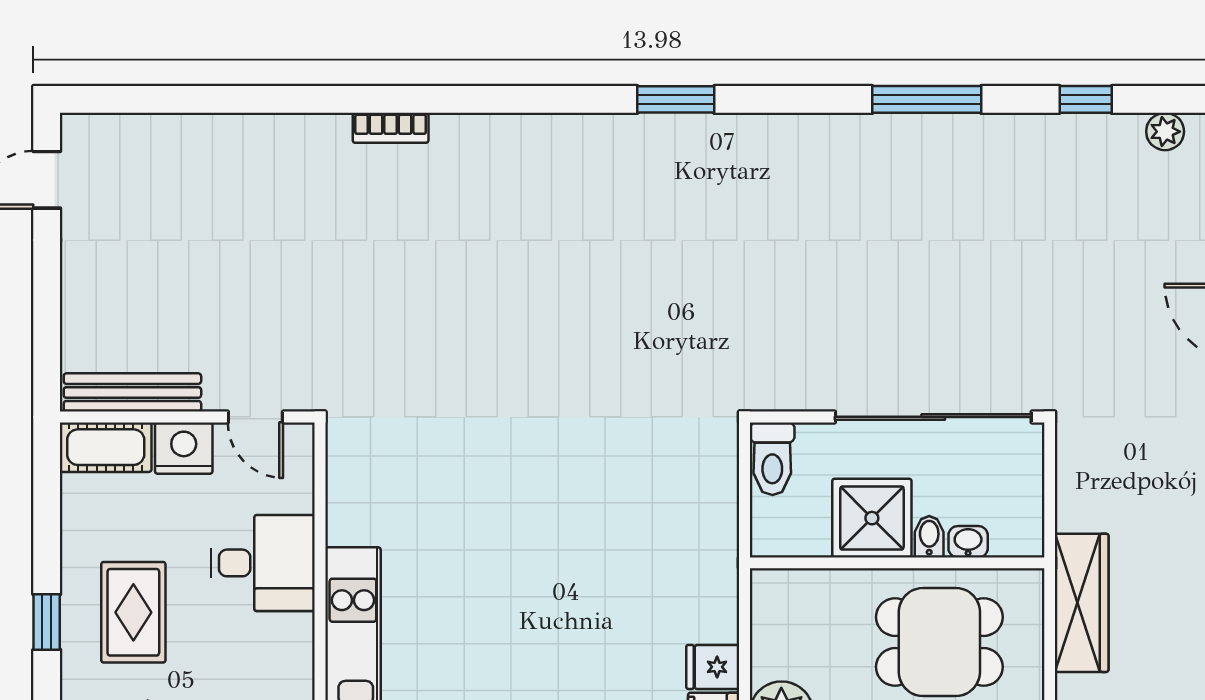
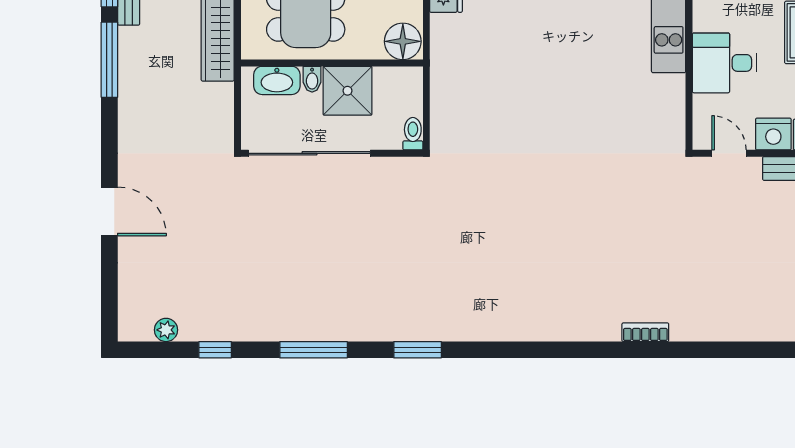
window: (676, 99) -> (418, 350), moved
toilet: (772, 459) -> (413, 134), width x0.73, depth x0.72
washbasin: (968, 542) -> (277, 80), width x1.91, depth x1.45
floor lamp: (783, 598) -> (403, 41), added

